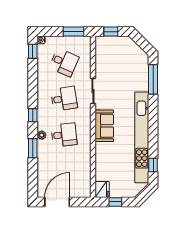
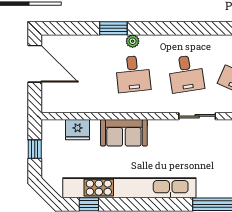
window: (33, 115) -> (162, 28), removed
sofa: (104, 126) -> (124, 133), moved
fridge: (102, 189) -> (78, 130), moved

